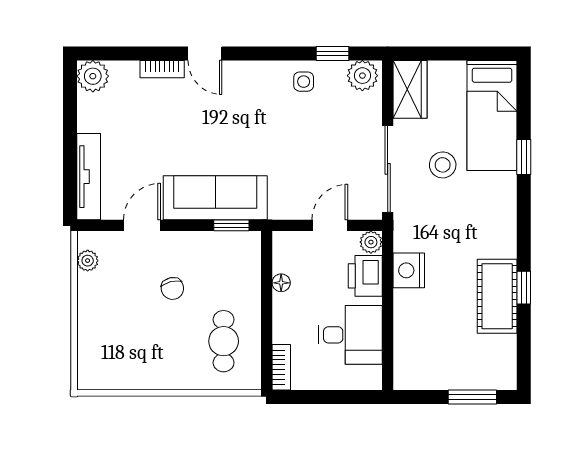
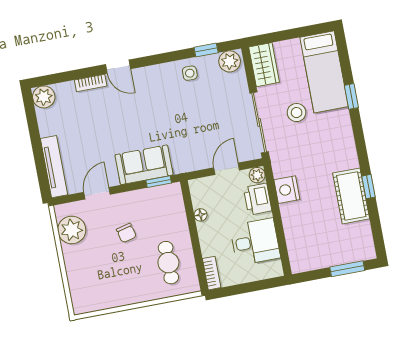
sofa: (215, 198) -> (144, 165), width x0.73
plant: (88, 261) -> (72, 230), width x1.87, depth x1.87

